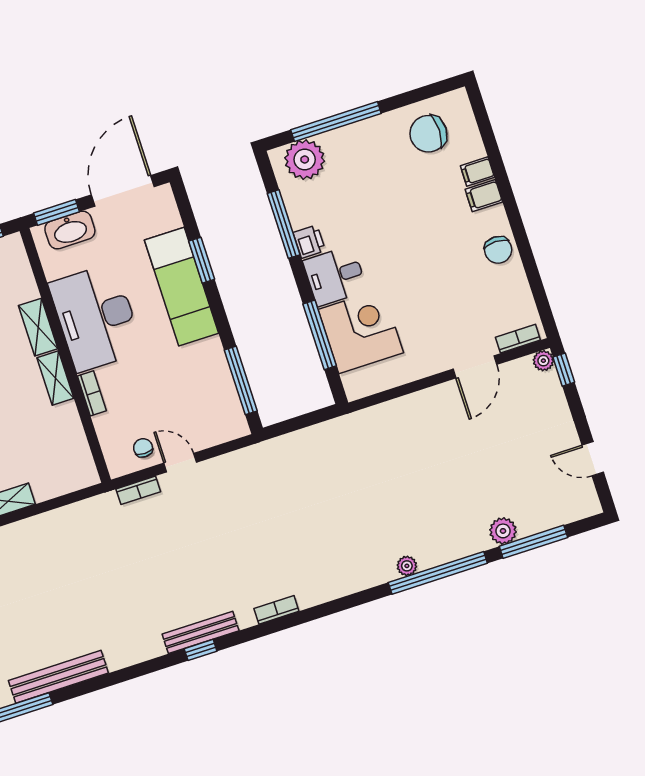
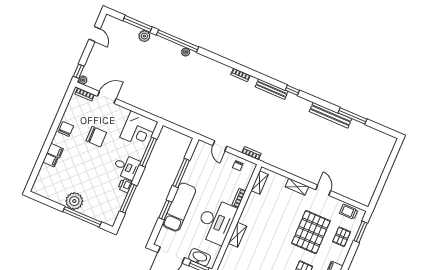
chair: (428, 134) -> (96, 137), moved
plant: (305, 160) -> (74, 201), moved
corner desk: (361, 331) -> (139, 130), moved, turned -90
shelving: (55, 378) -> (260, 183), moved
window: (241, 380) -> (181, 173), moved
door: (180, 463) -> (220, 146), moved
window: (201, 650) -> (292, 90), moved

